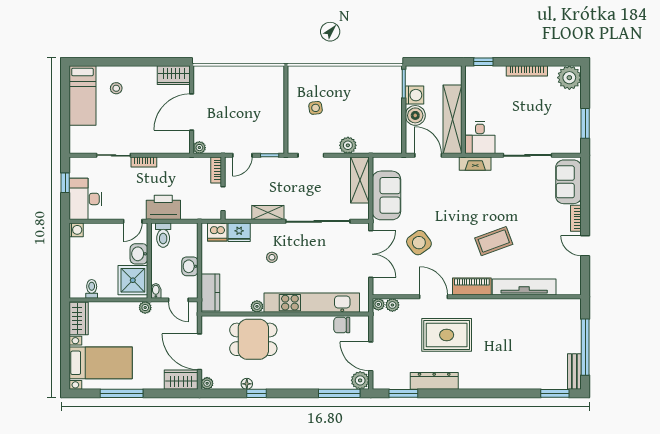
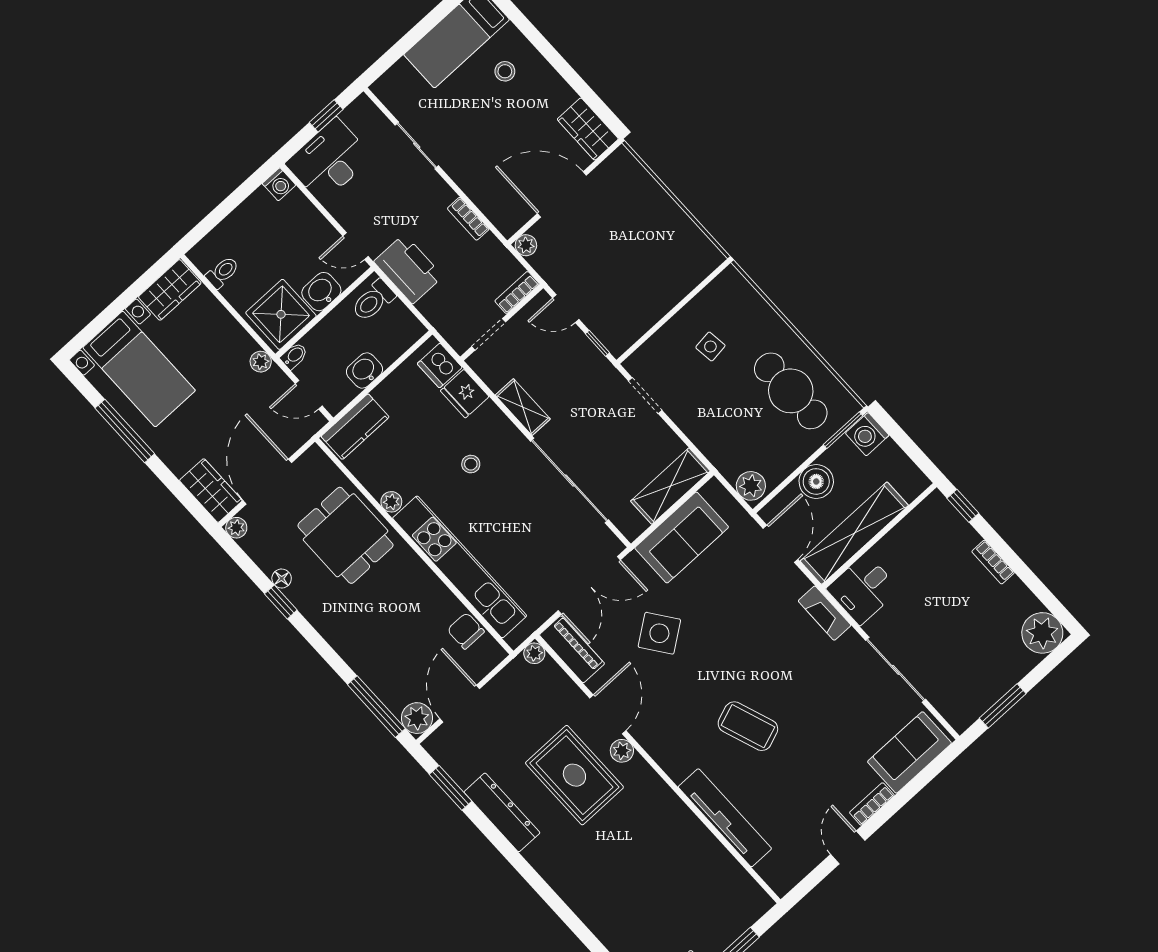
bookcase: (527, 71) -> (993, 562), width x0.64
cafe table: (366, 91) -> (791, 391), added
washing machine: (414, 95) -> (867, 434), moved, turned 90
plant: (348, 145) -> (751, 486), moved
bookcase: (144, 162) -> (468, 219), moved
piano: (472, 287) -> (572, 649), moved
door: (178, 300) -> (309, 395), hinge flipped
plant: (392, 305) -> (622, 751), moved

